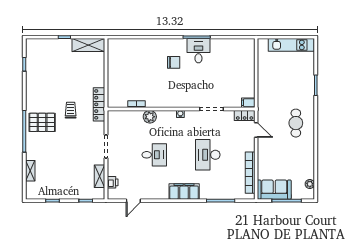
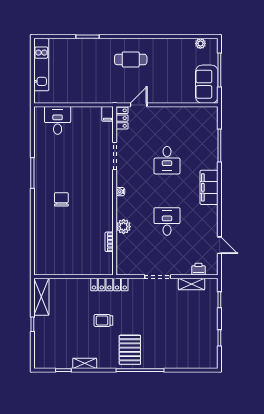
desk: (198, 51) -> (58, 120), moved, turned 90
trolley: (71, 110) -> (103, 320), moved
desk: (208, 155) -> (167, 160), width x0.73
shelving: (30, 171) -> (85, 363), moved
bookcase: (250, 173) -> (188, 112), removed

